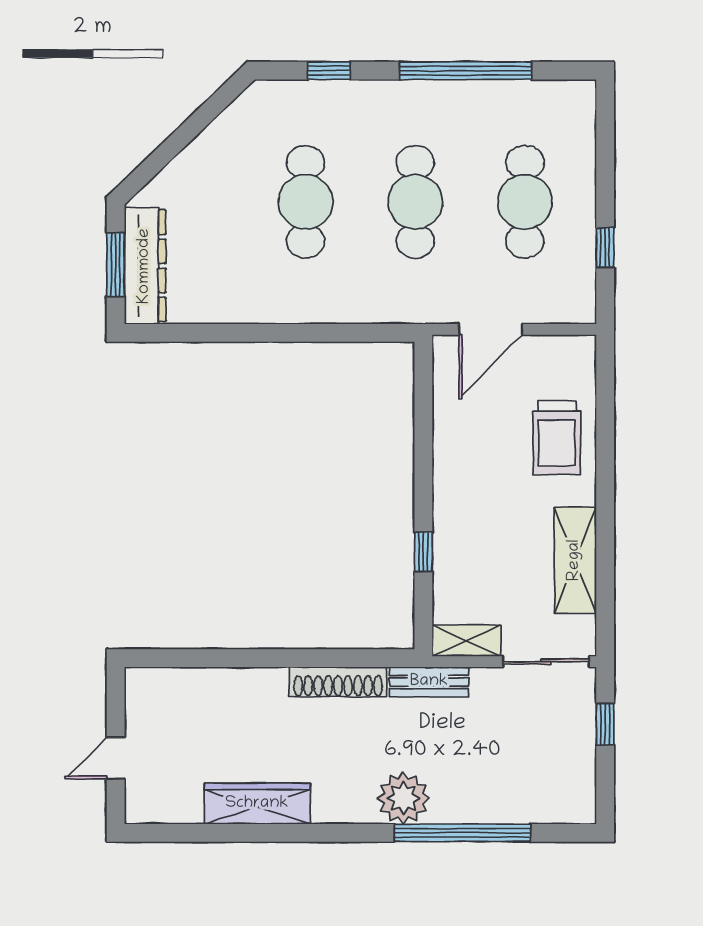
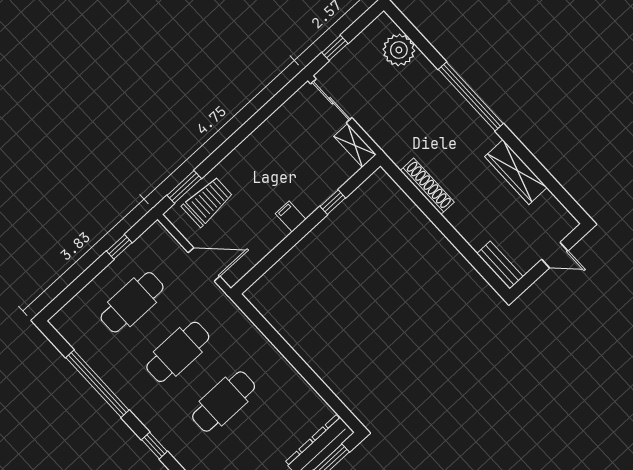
window: (605, 391) -> (184, 187), added
trolley: (557, 438) -> (207, 202), moved
filing cabinet: (453, 486) -> (291, 216), added
shelving: (575, 560) -> (273, 130), removed
bench: (429, 682) -> (500, 265), moved
plant: (403, 798) -> (399, 50), moved
window: (462, 833) -> (471, 96), moved

